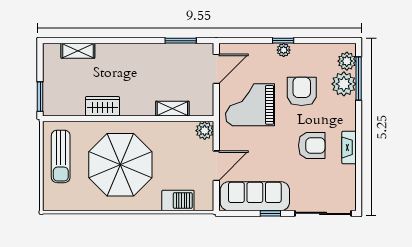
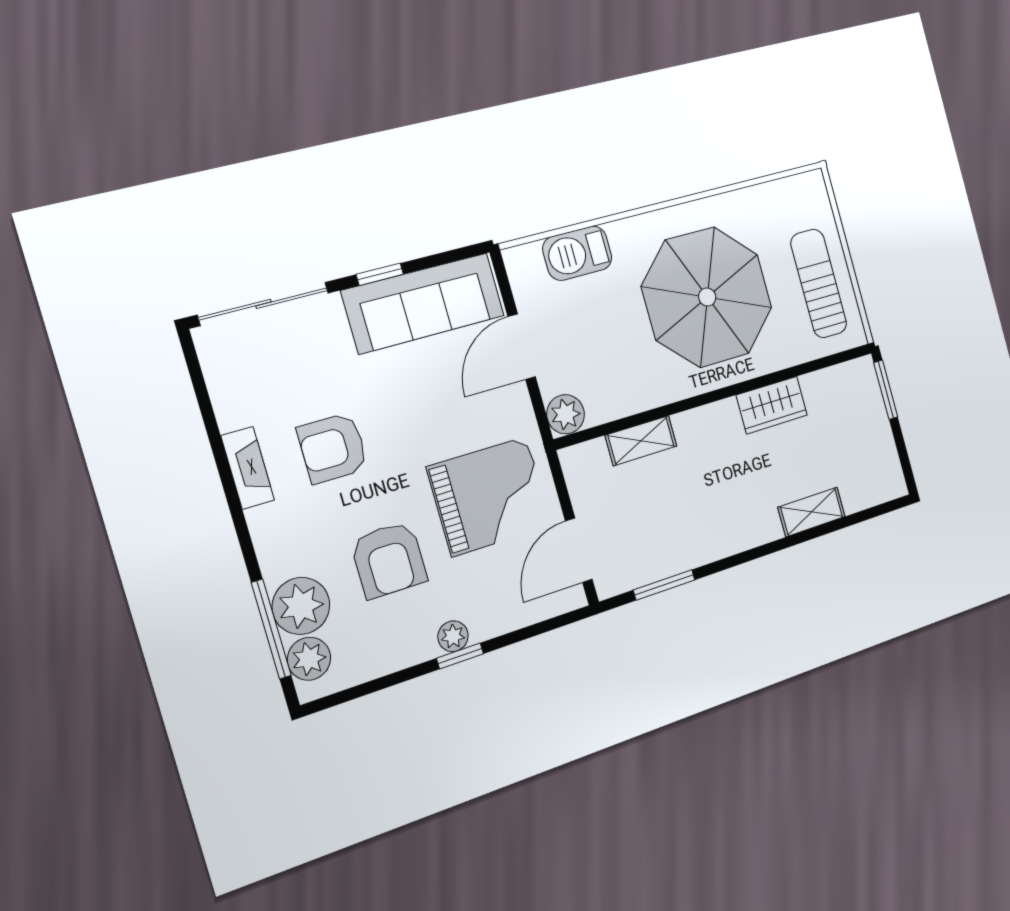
shelving: (78, 51) -> (812, 512), moved

